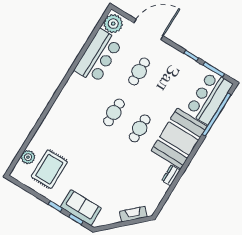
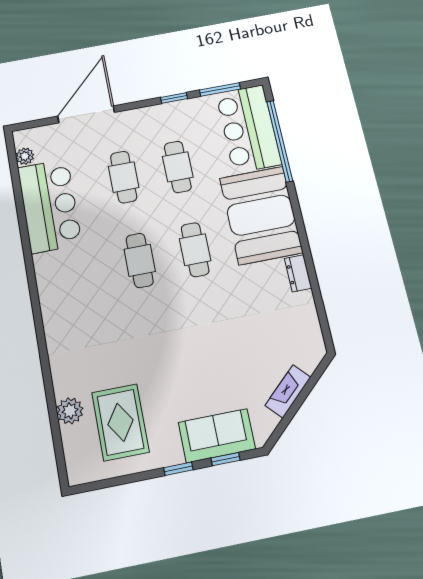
plant: (113, 24) -> (25, 156), width x0.53, depth x0.53
cafe table: (165, 87) -> (178, 167), added
plant: (28, 157) -> (70, 411), moved
fireplace: (133, 214) -> (288, 391), moved

